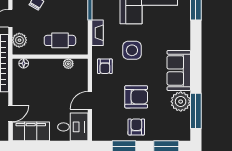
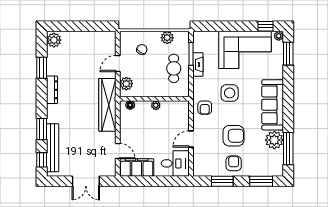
fireplace: (97, 33) -> (198, 65), moved
cafe table: (60, 40) -> (174, 68), moved, turned 90
plant: (68, 64) -> (156, 105), moved
sofa: (179, 70) -> (273, 105), width x1.36
door: (10, 114) -> (118, 151), hinge flipped

